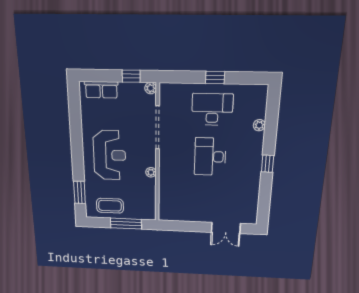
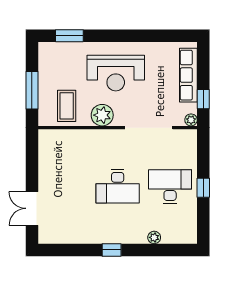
row of seats: (101, 90) -> (188, 75), width x1.48
desk: (212, 109) -> (170, 186), turned -90
desk: (210, 157) -> (118, 186), turned 180
plant: (151, 172) -> (102, 115), width x1.88, depth x1.88
coffee table: (110, 206) -> (67, 106), moved

